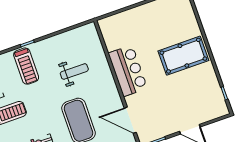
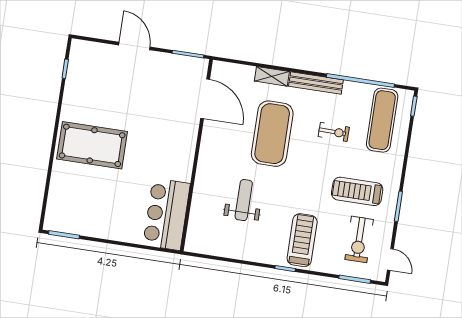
weight bench: (74, 71) -> (244, 200), turned 90
bar counter: (128, 71) -> (167, 214), moved

